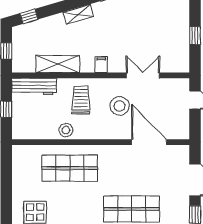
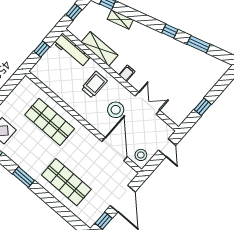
shelving: (78, 14) -> (120, 19), moved
stool: (66, 130) -> (141, 155), moved

